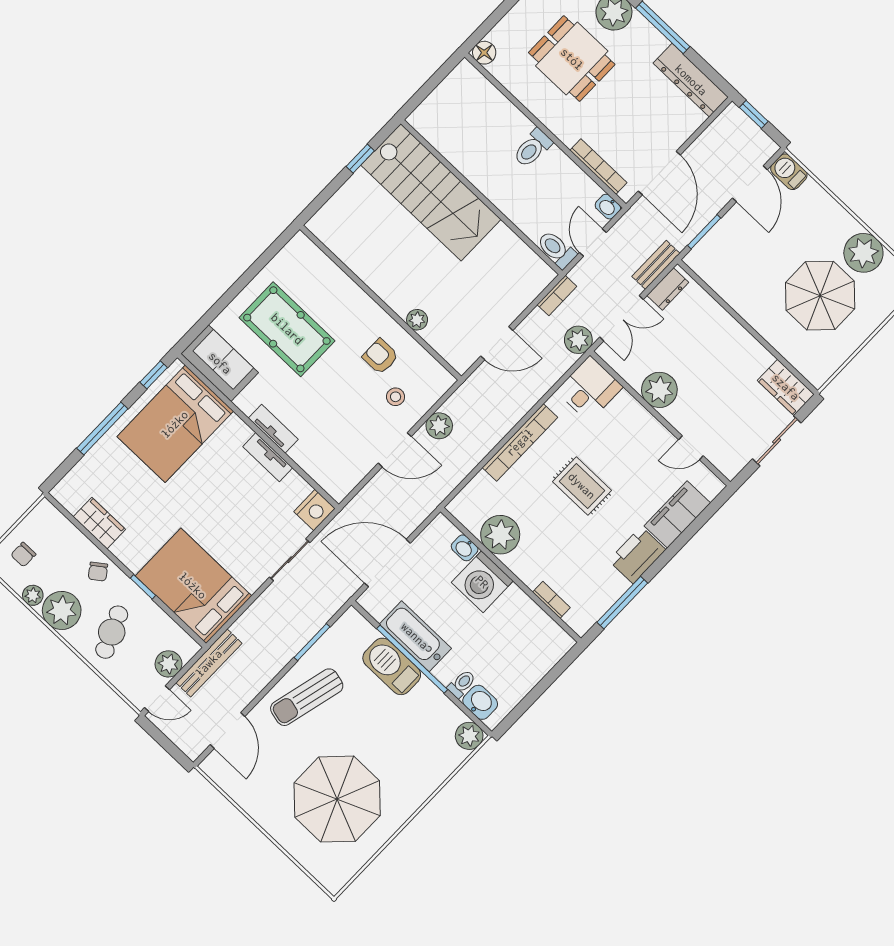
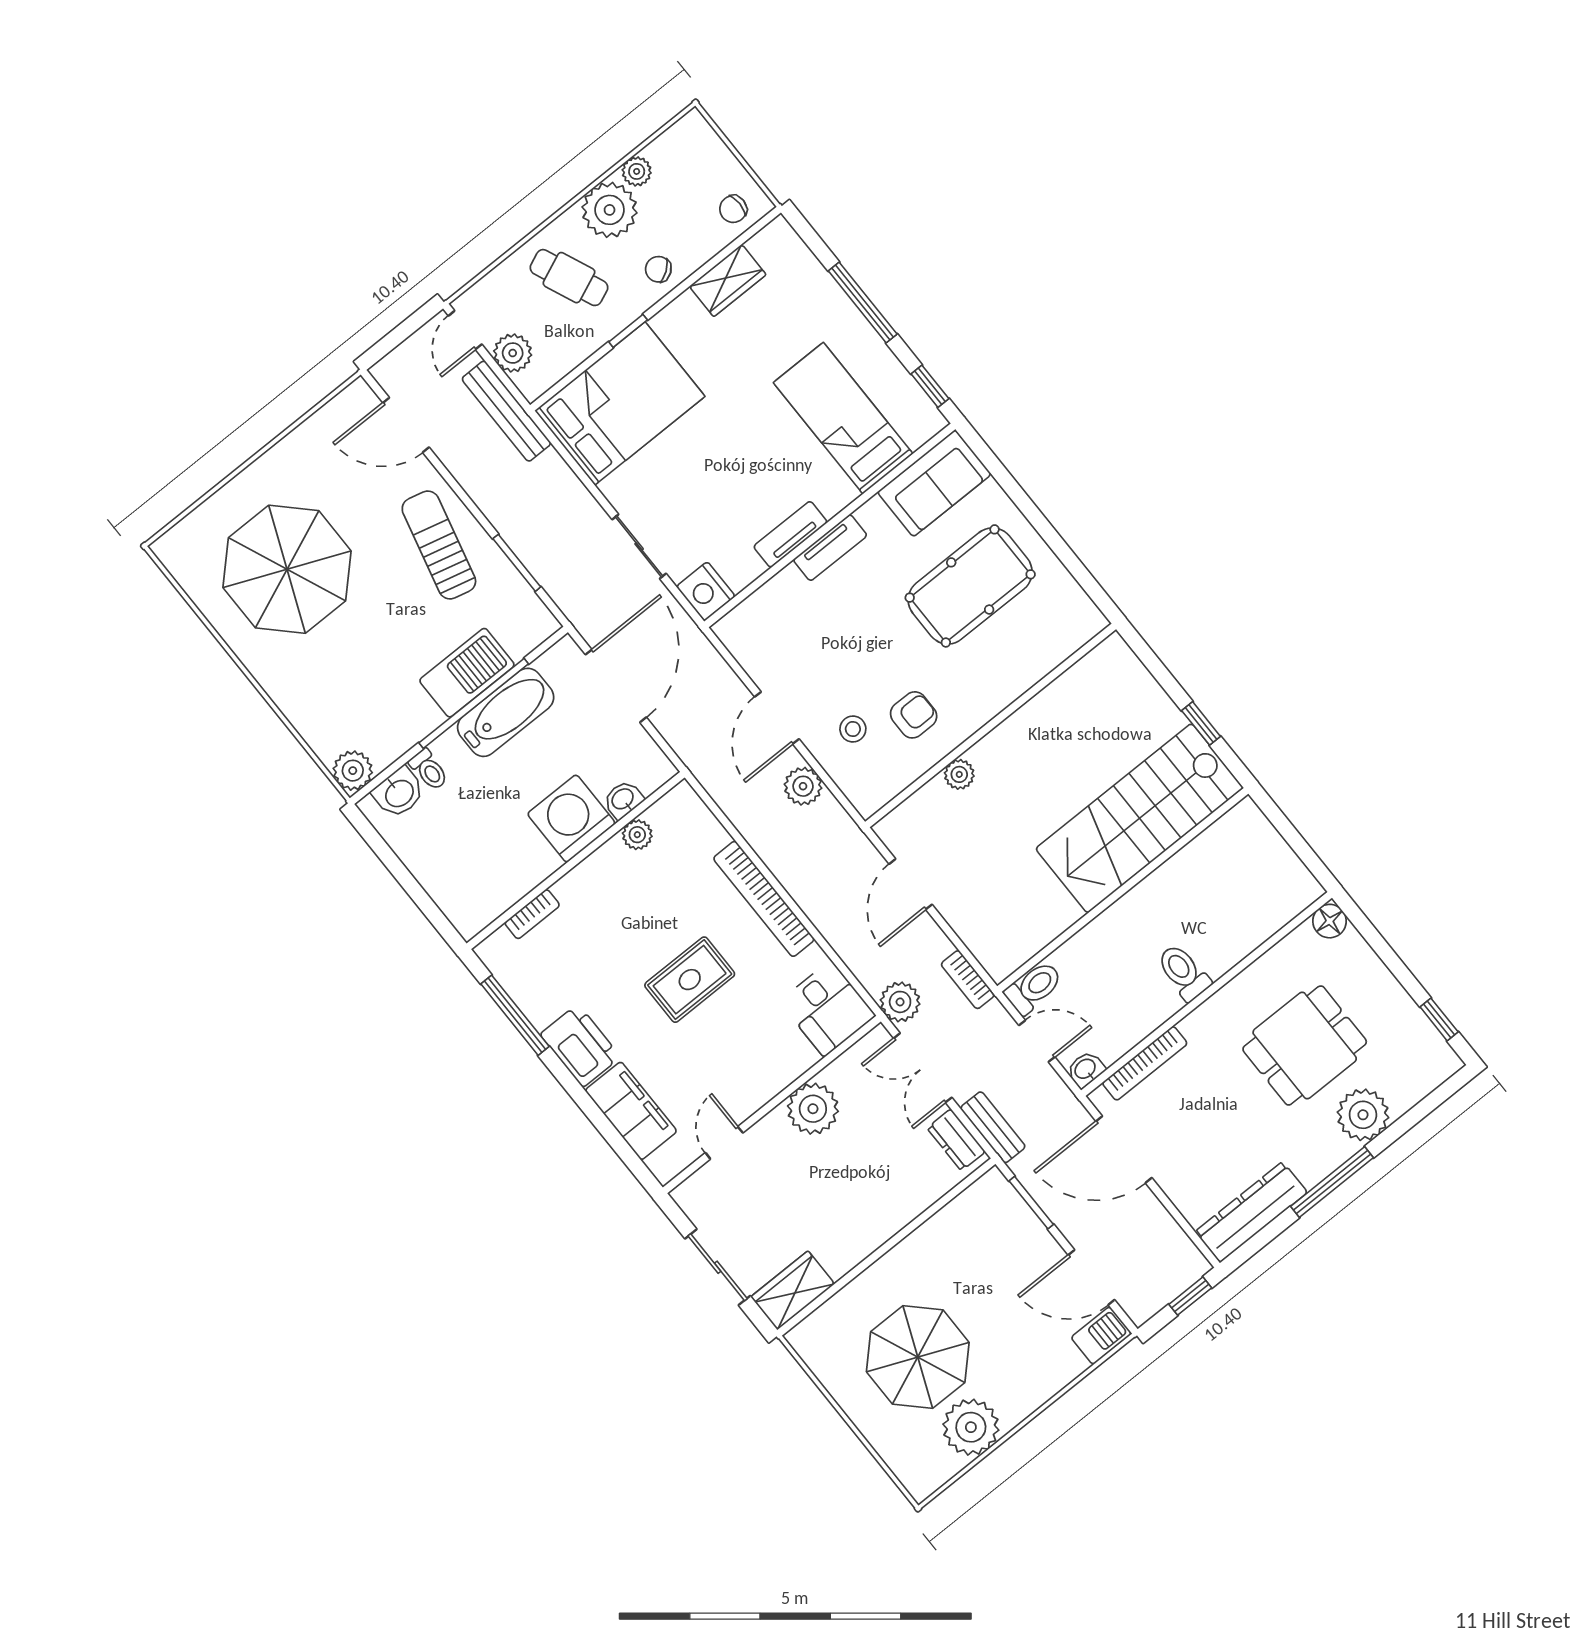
bed: (175, 424) -> (843, 418), width x0.67
plant: (500, 535) -> (637, 835), width x0.53, depth x0.53
chair: (23, 555) -> (733, 209), moved, turned -90

